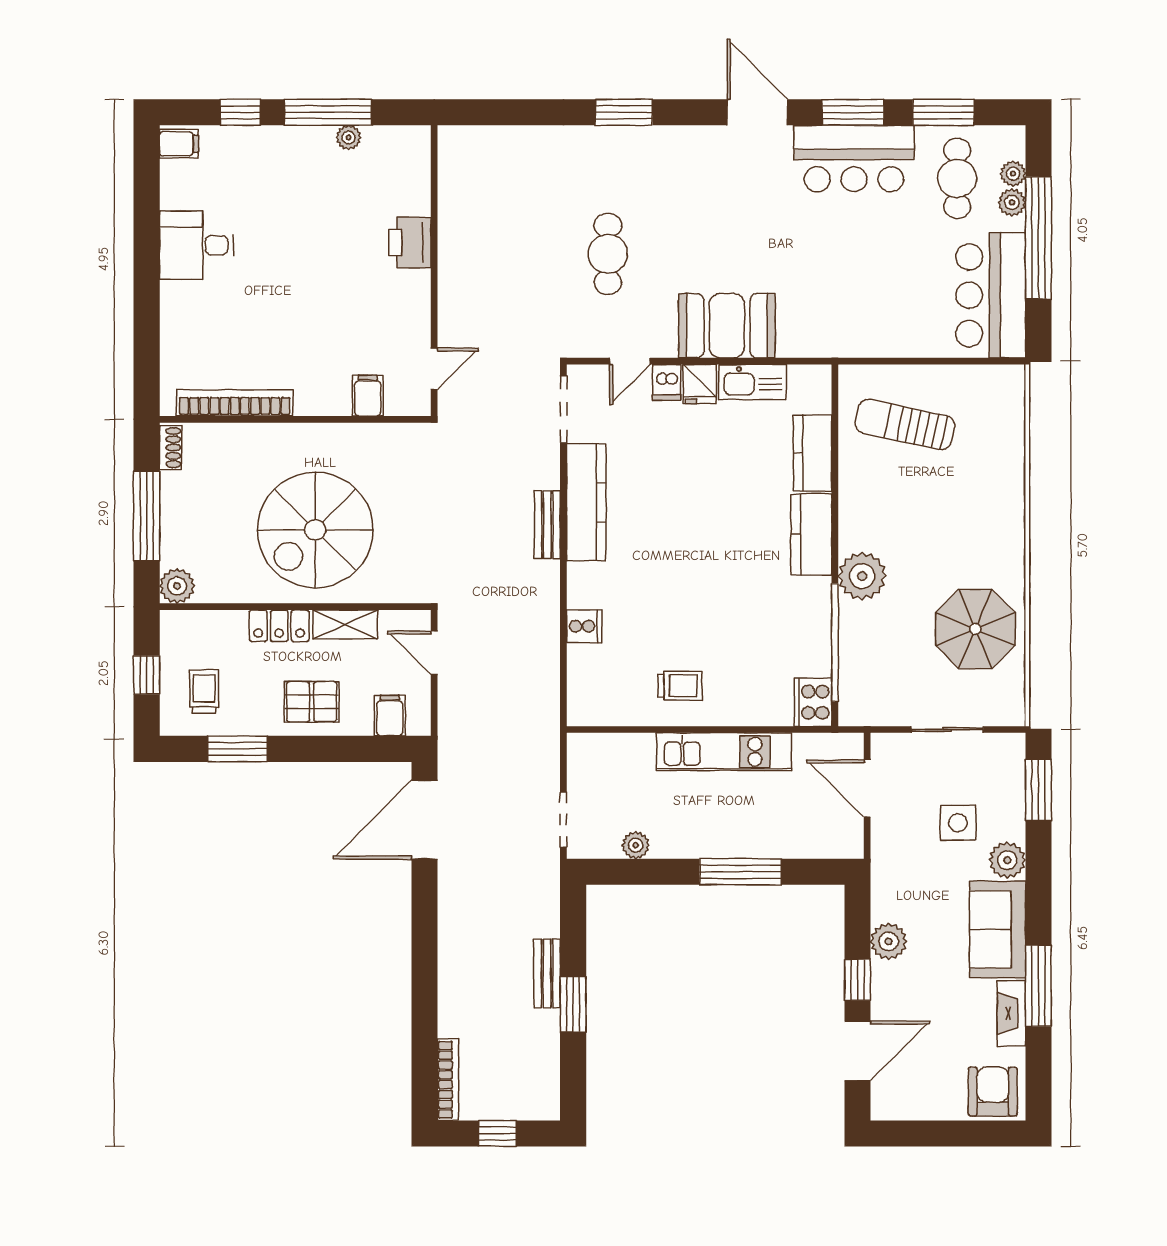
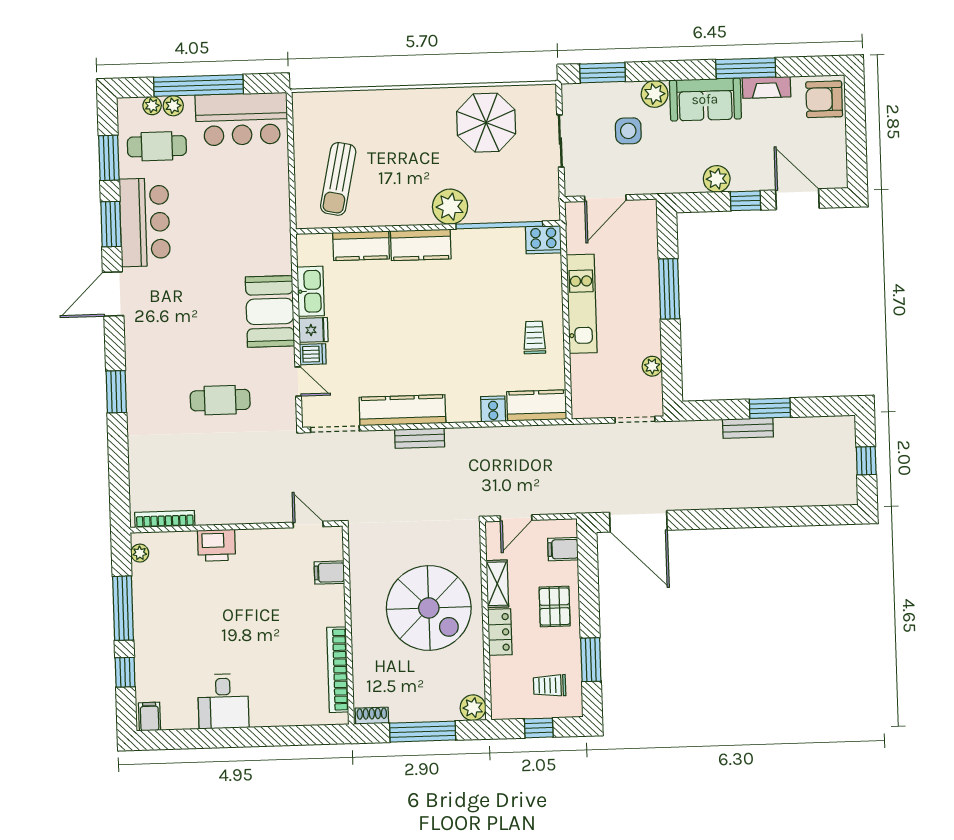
plant: (349, 137) -> (140, 553), moved
kitchen counter: (587, 686) -> (537, 406), added
bookcase: (448, 1080) -> (165, 519), moved

